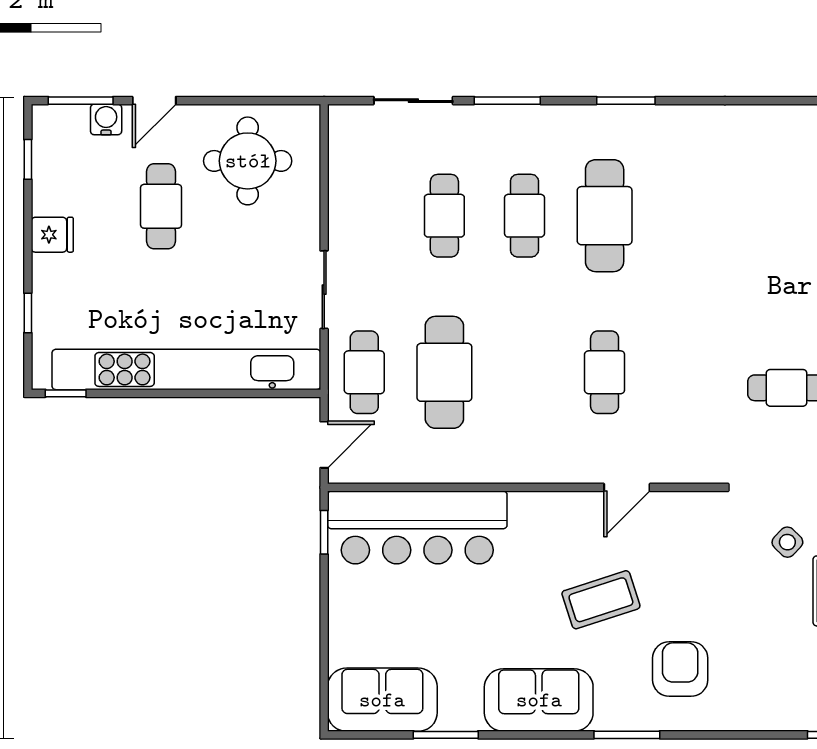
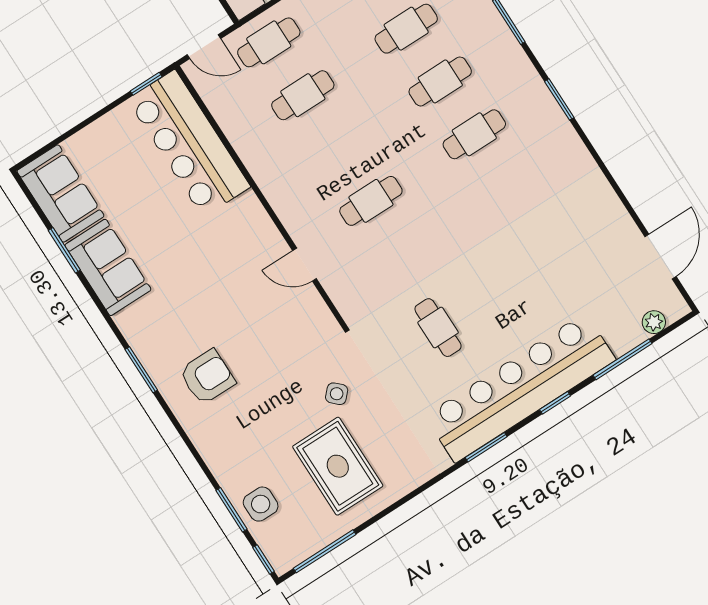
cafe table: (605, 216) -> (474, 134), width x0.73, depth x0.74
cafe table: (444, 372) -> (303, 95), width x0.73, depth x0.74
coffee table: (601, 600) -> (219, 295), removed
sofa: (539, 700) -> (108, 267), moved

